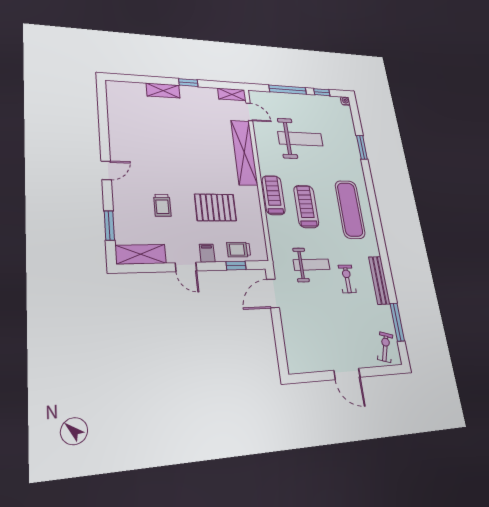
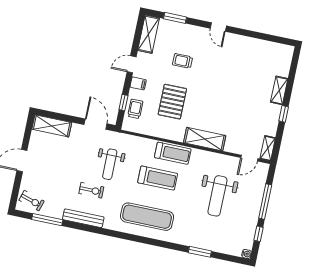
shelving: (244, 152) -> (205, 139), width x0.68
shelving: (294, 348) -> (52, 126), added

